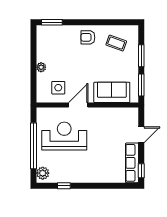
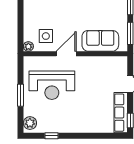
plant: (41, 67) -> (28, 46), moved
reception desk: (64, 136) -> (52, 85), turned 180
window: (33, 146) -> (21, 95), width x0.47

